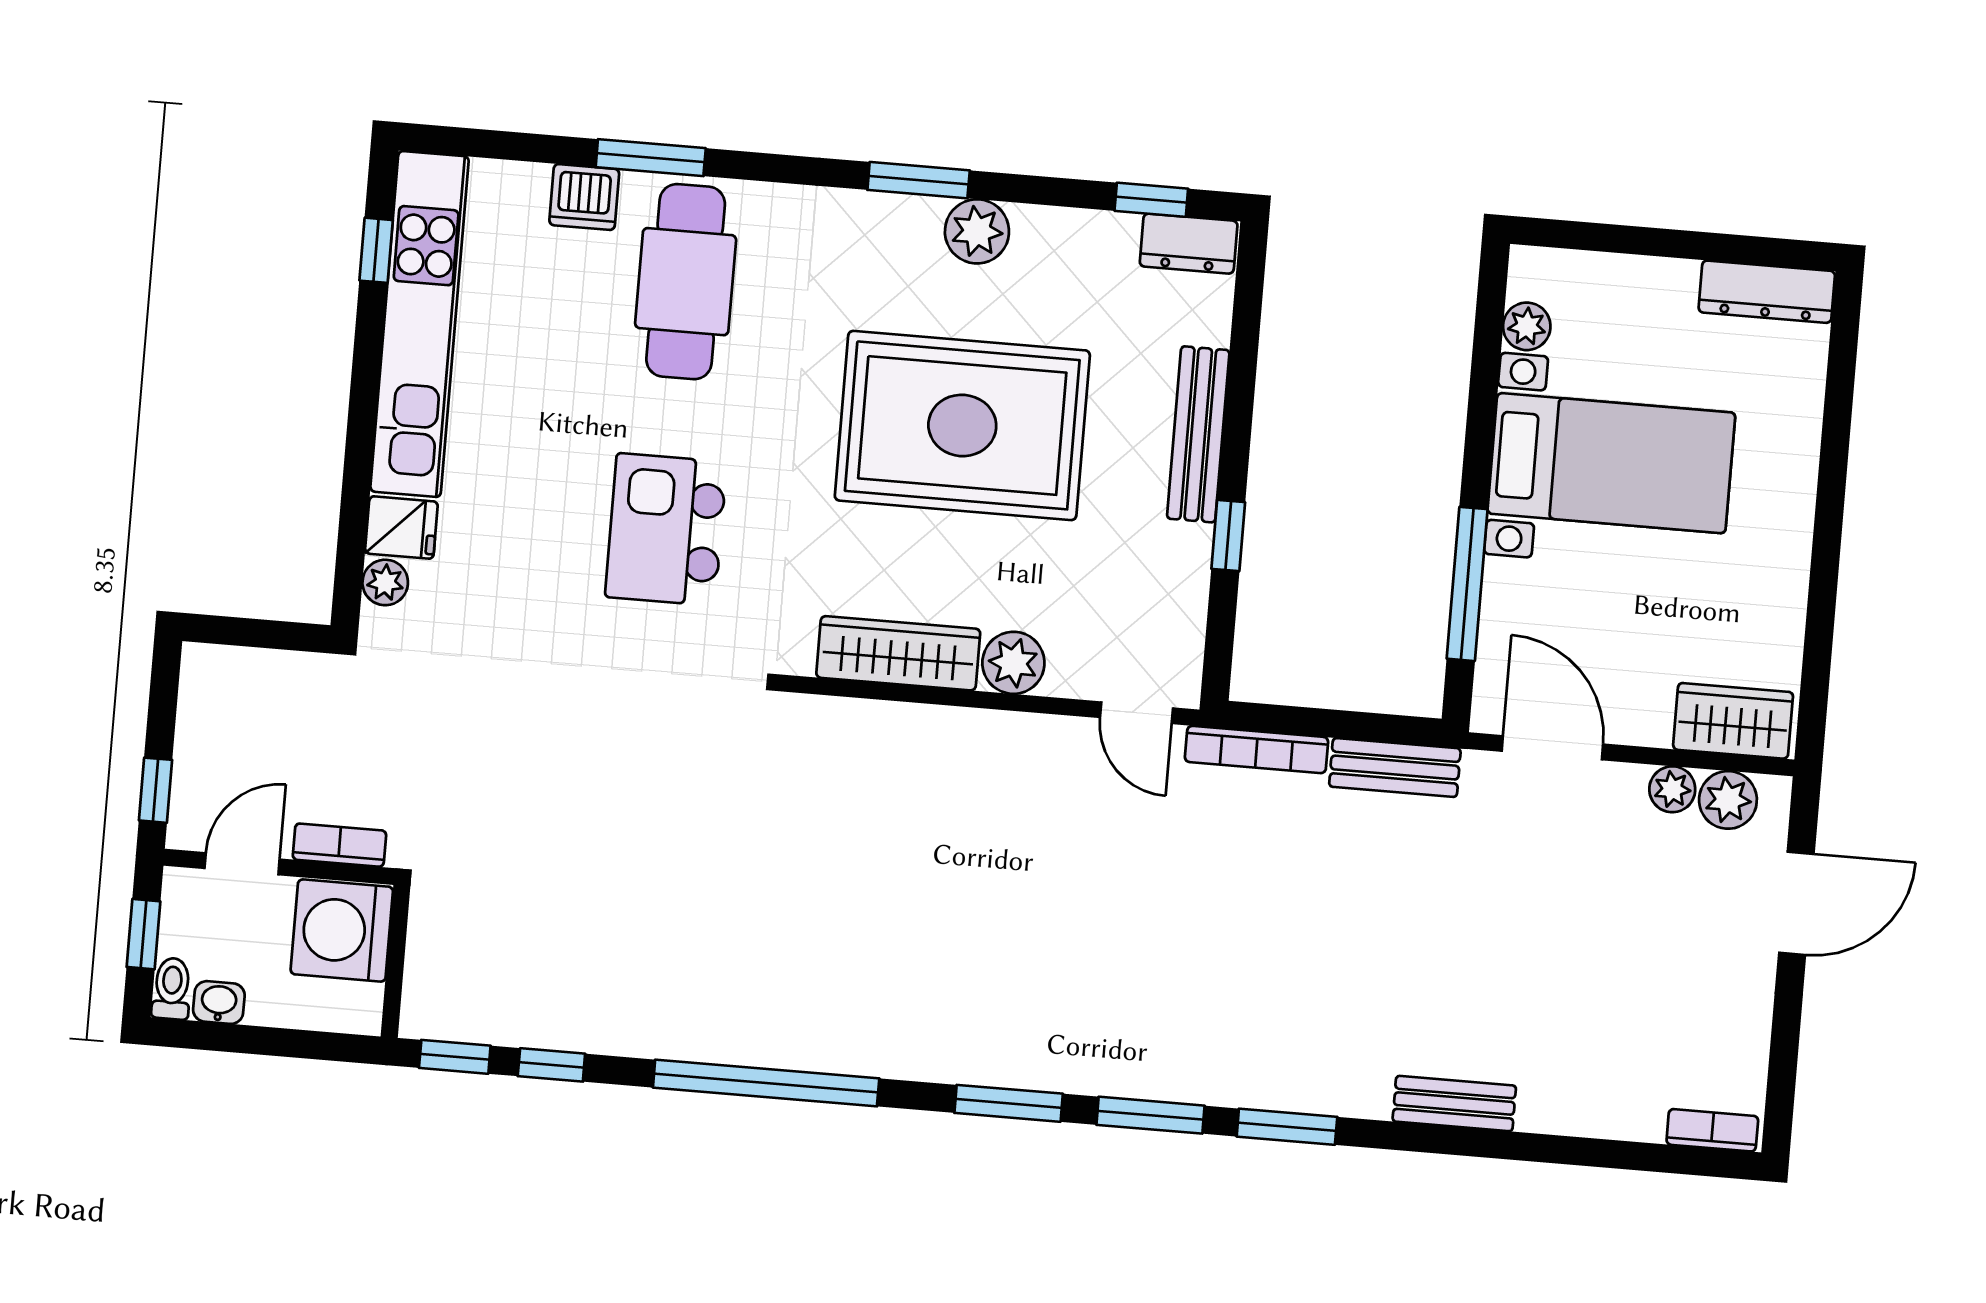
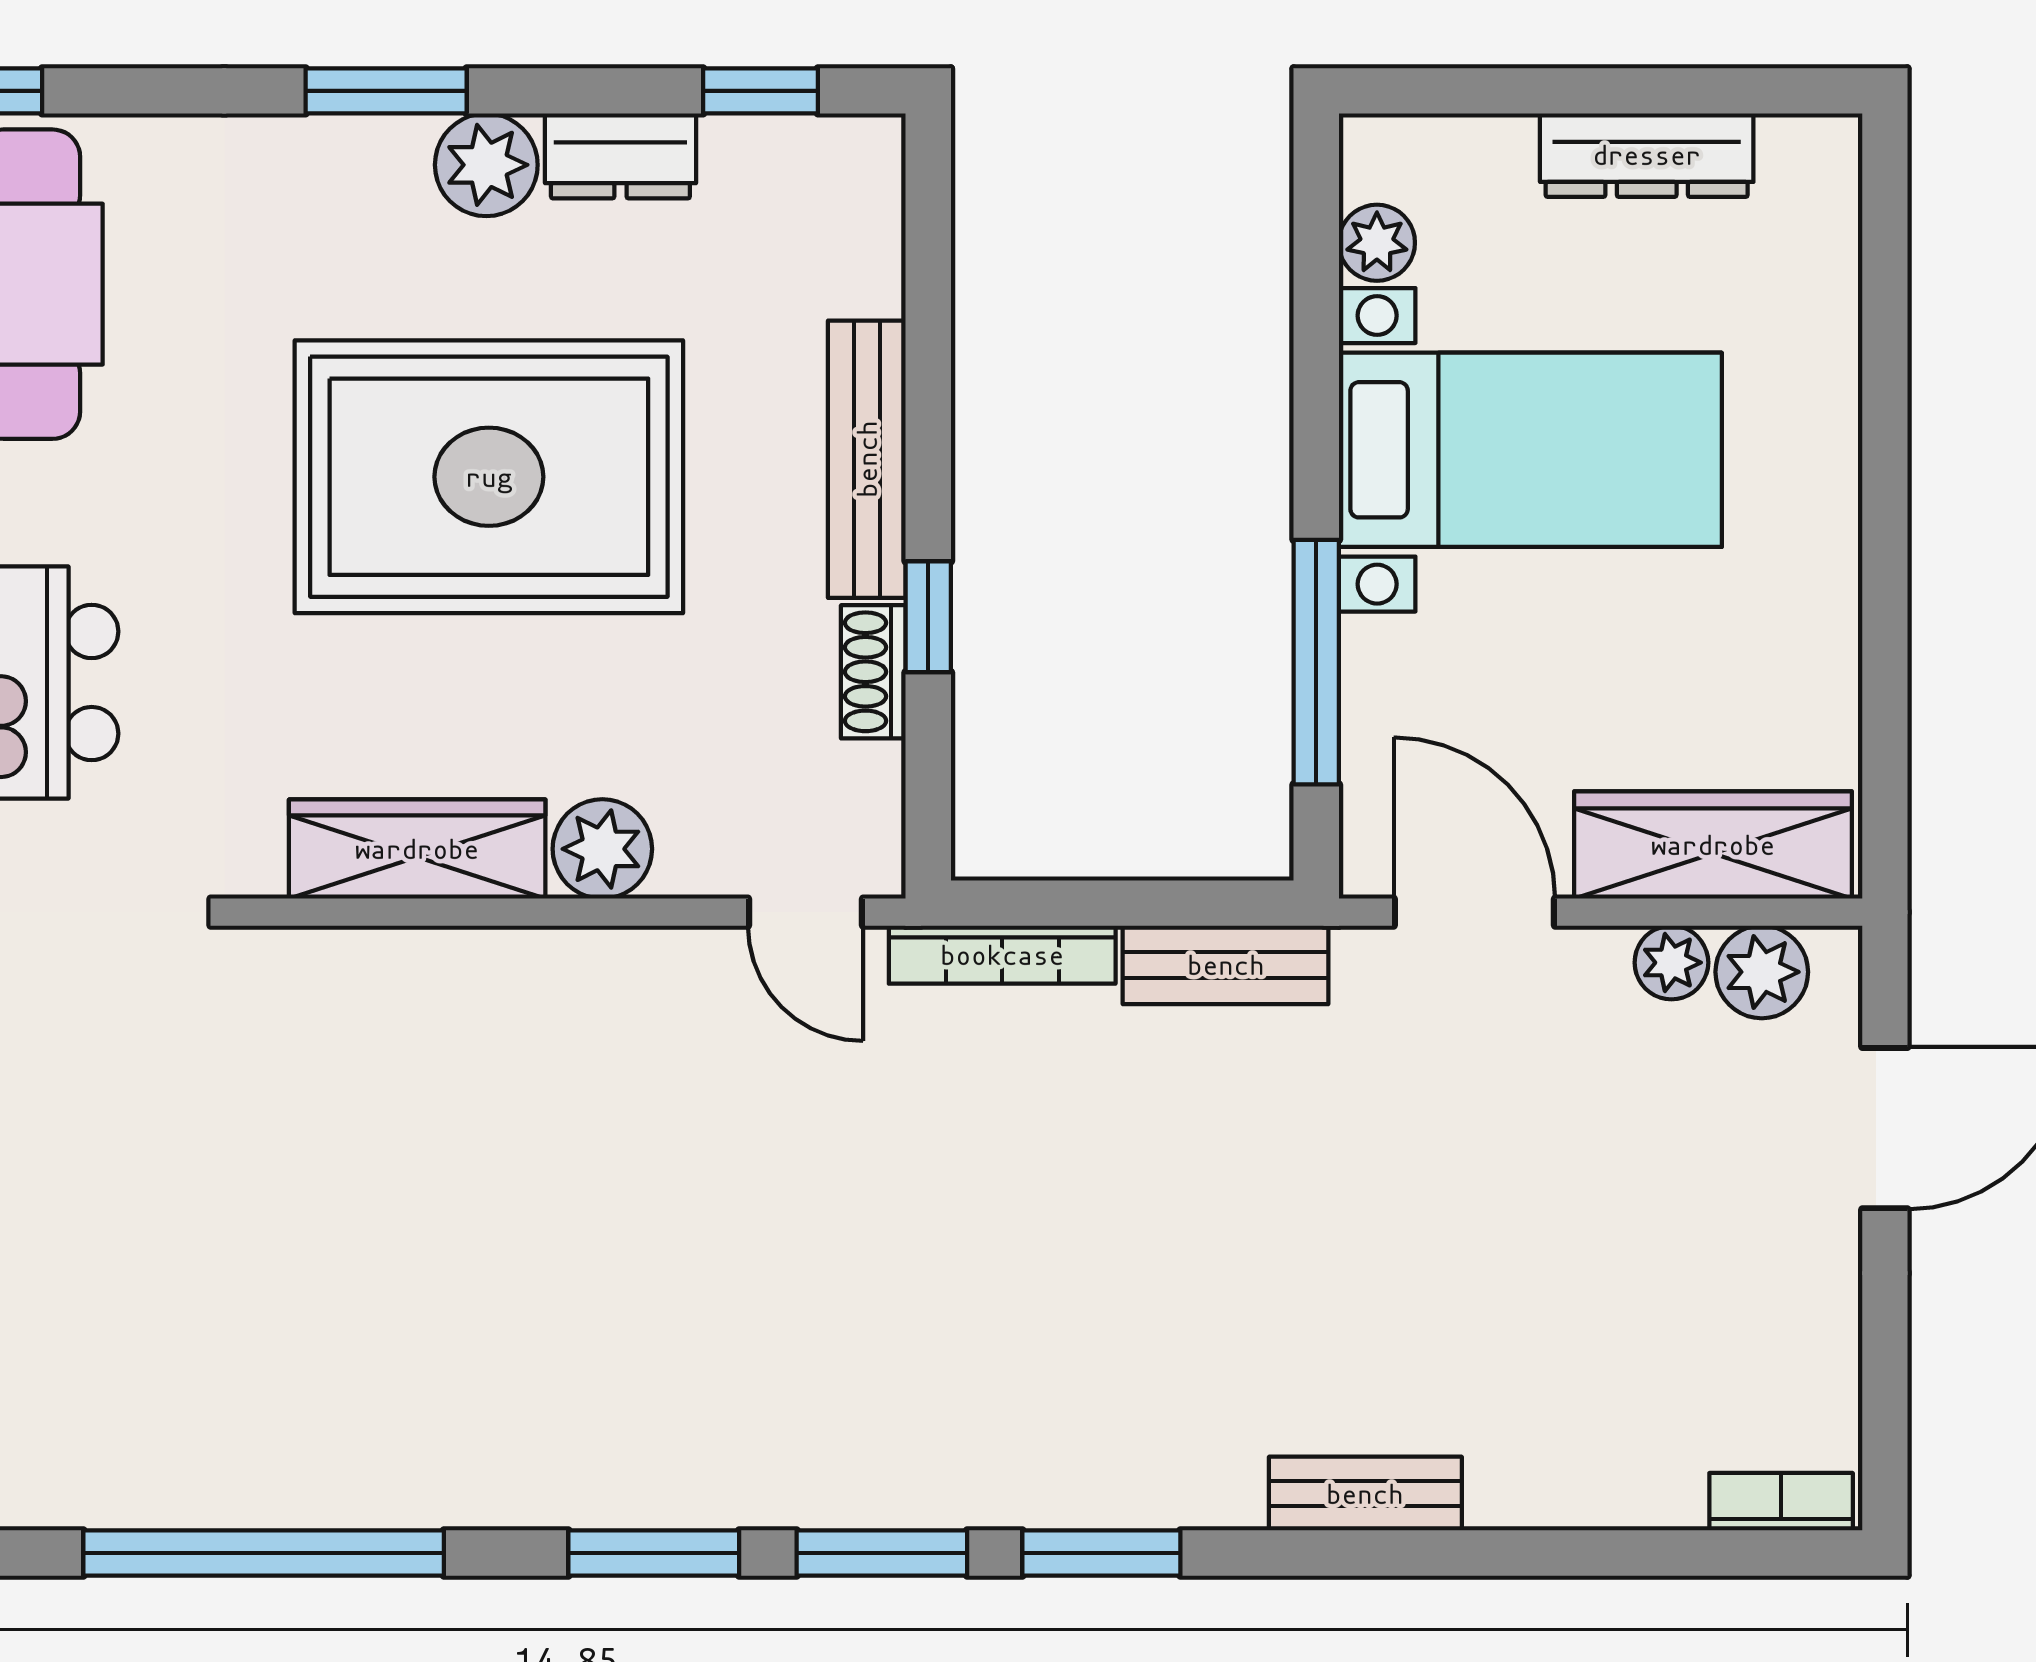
dresser: (1189, 244) -> (620, 156), moved
dresser: (1767, 292) -> (1647, 155), moved
shoe rack: (1191, 567) -> (873, 672), added
wardrobe: (1733, 721) -> (1713, 845), width x1.50

